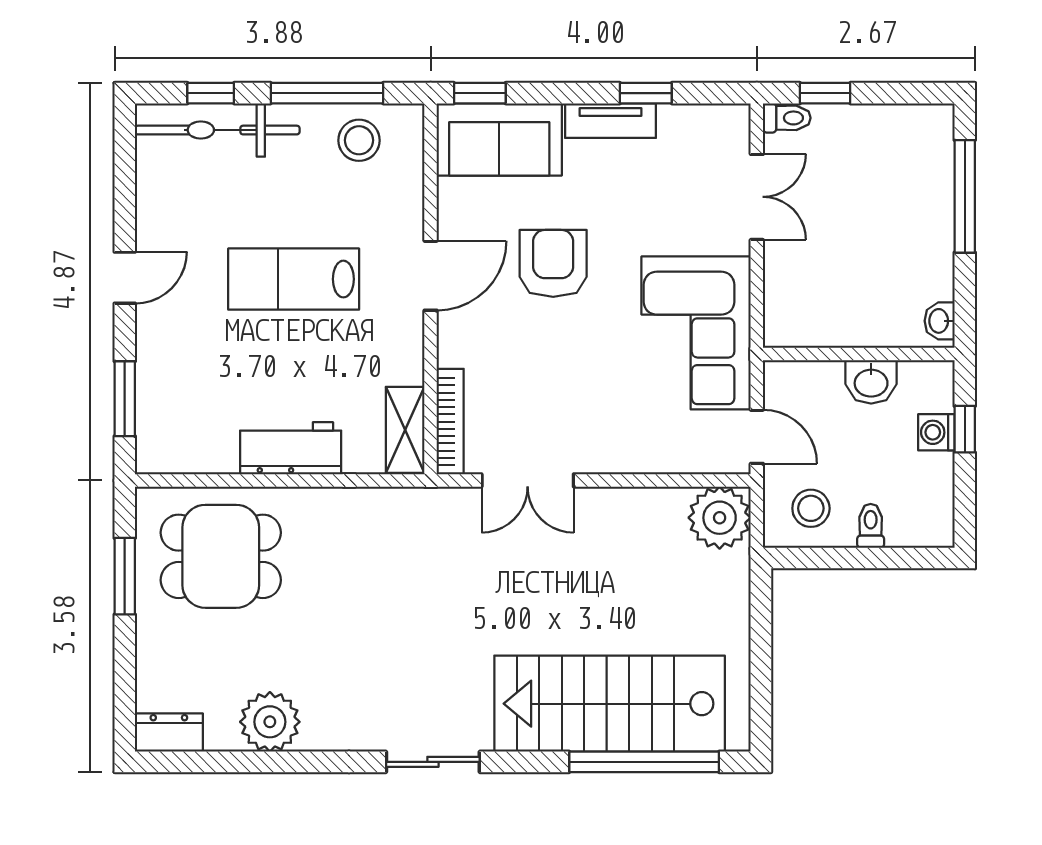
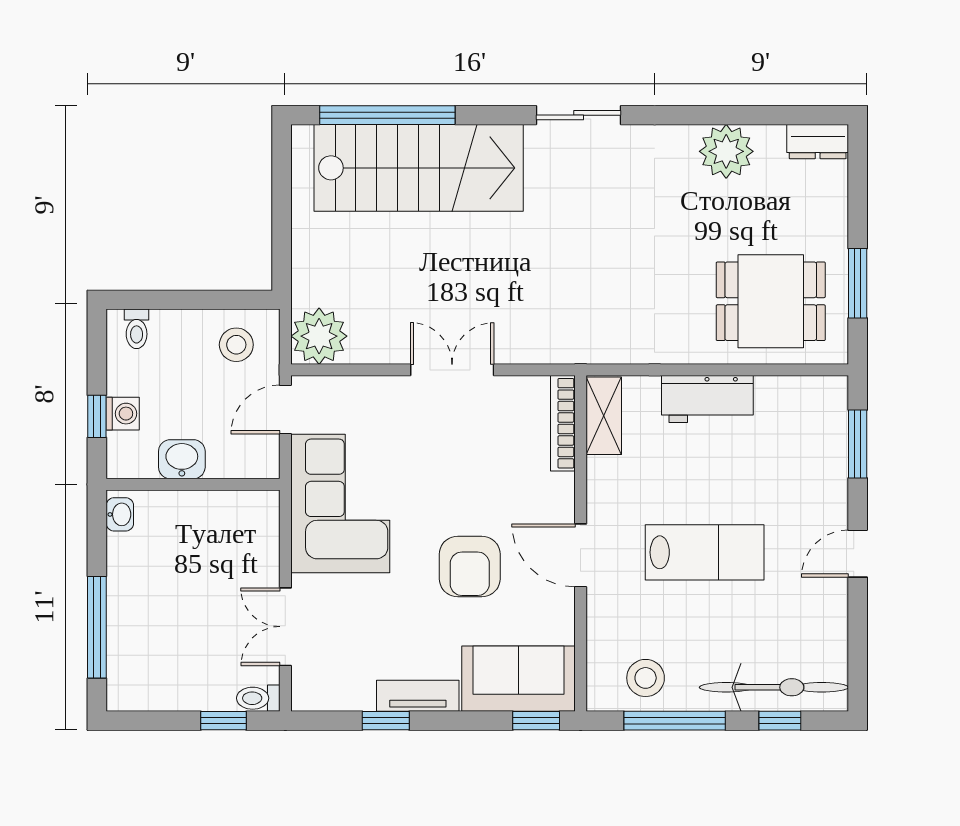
door: (431, 276) -> (581, 555), hinge flipped
door: (757, 437) -> (285, 409), hinge flipped
double door: (528, 480) -> (452, 370), moved
toilet: (871, 526) -> (137, 329), moved

